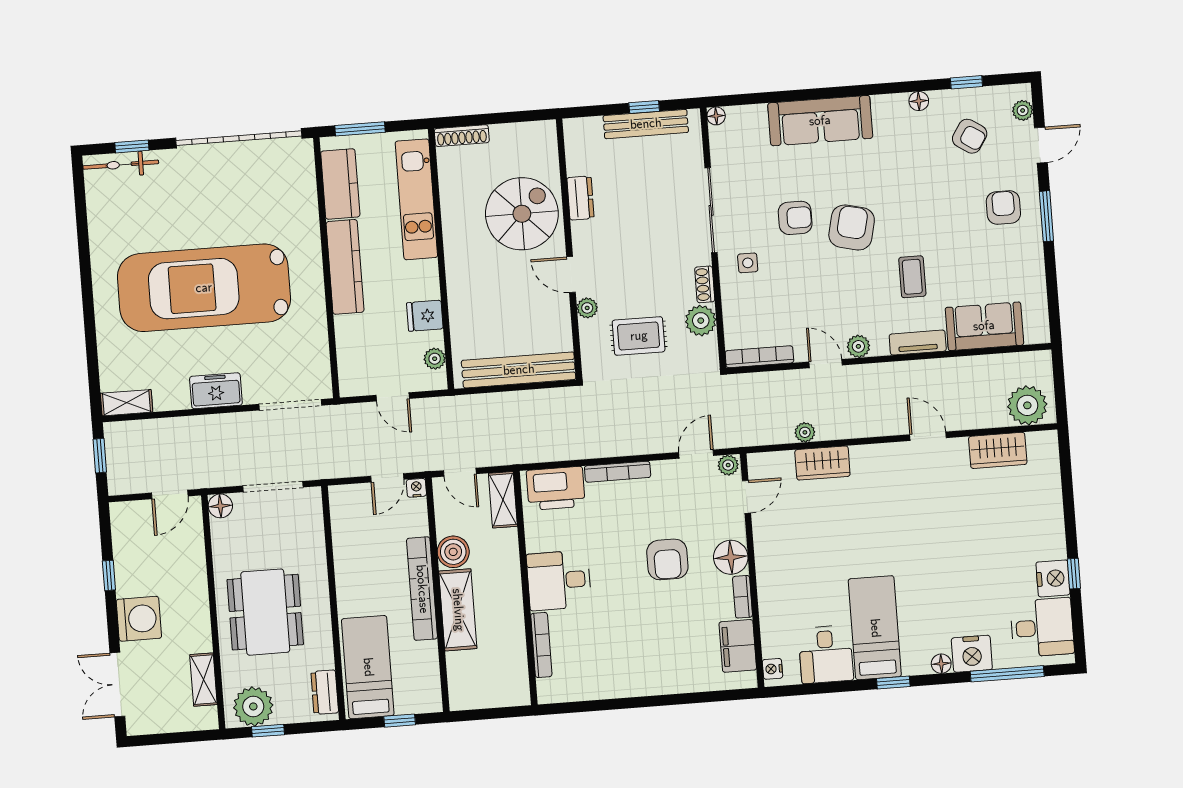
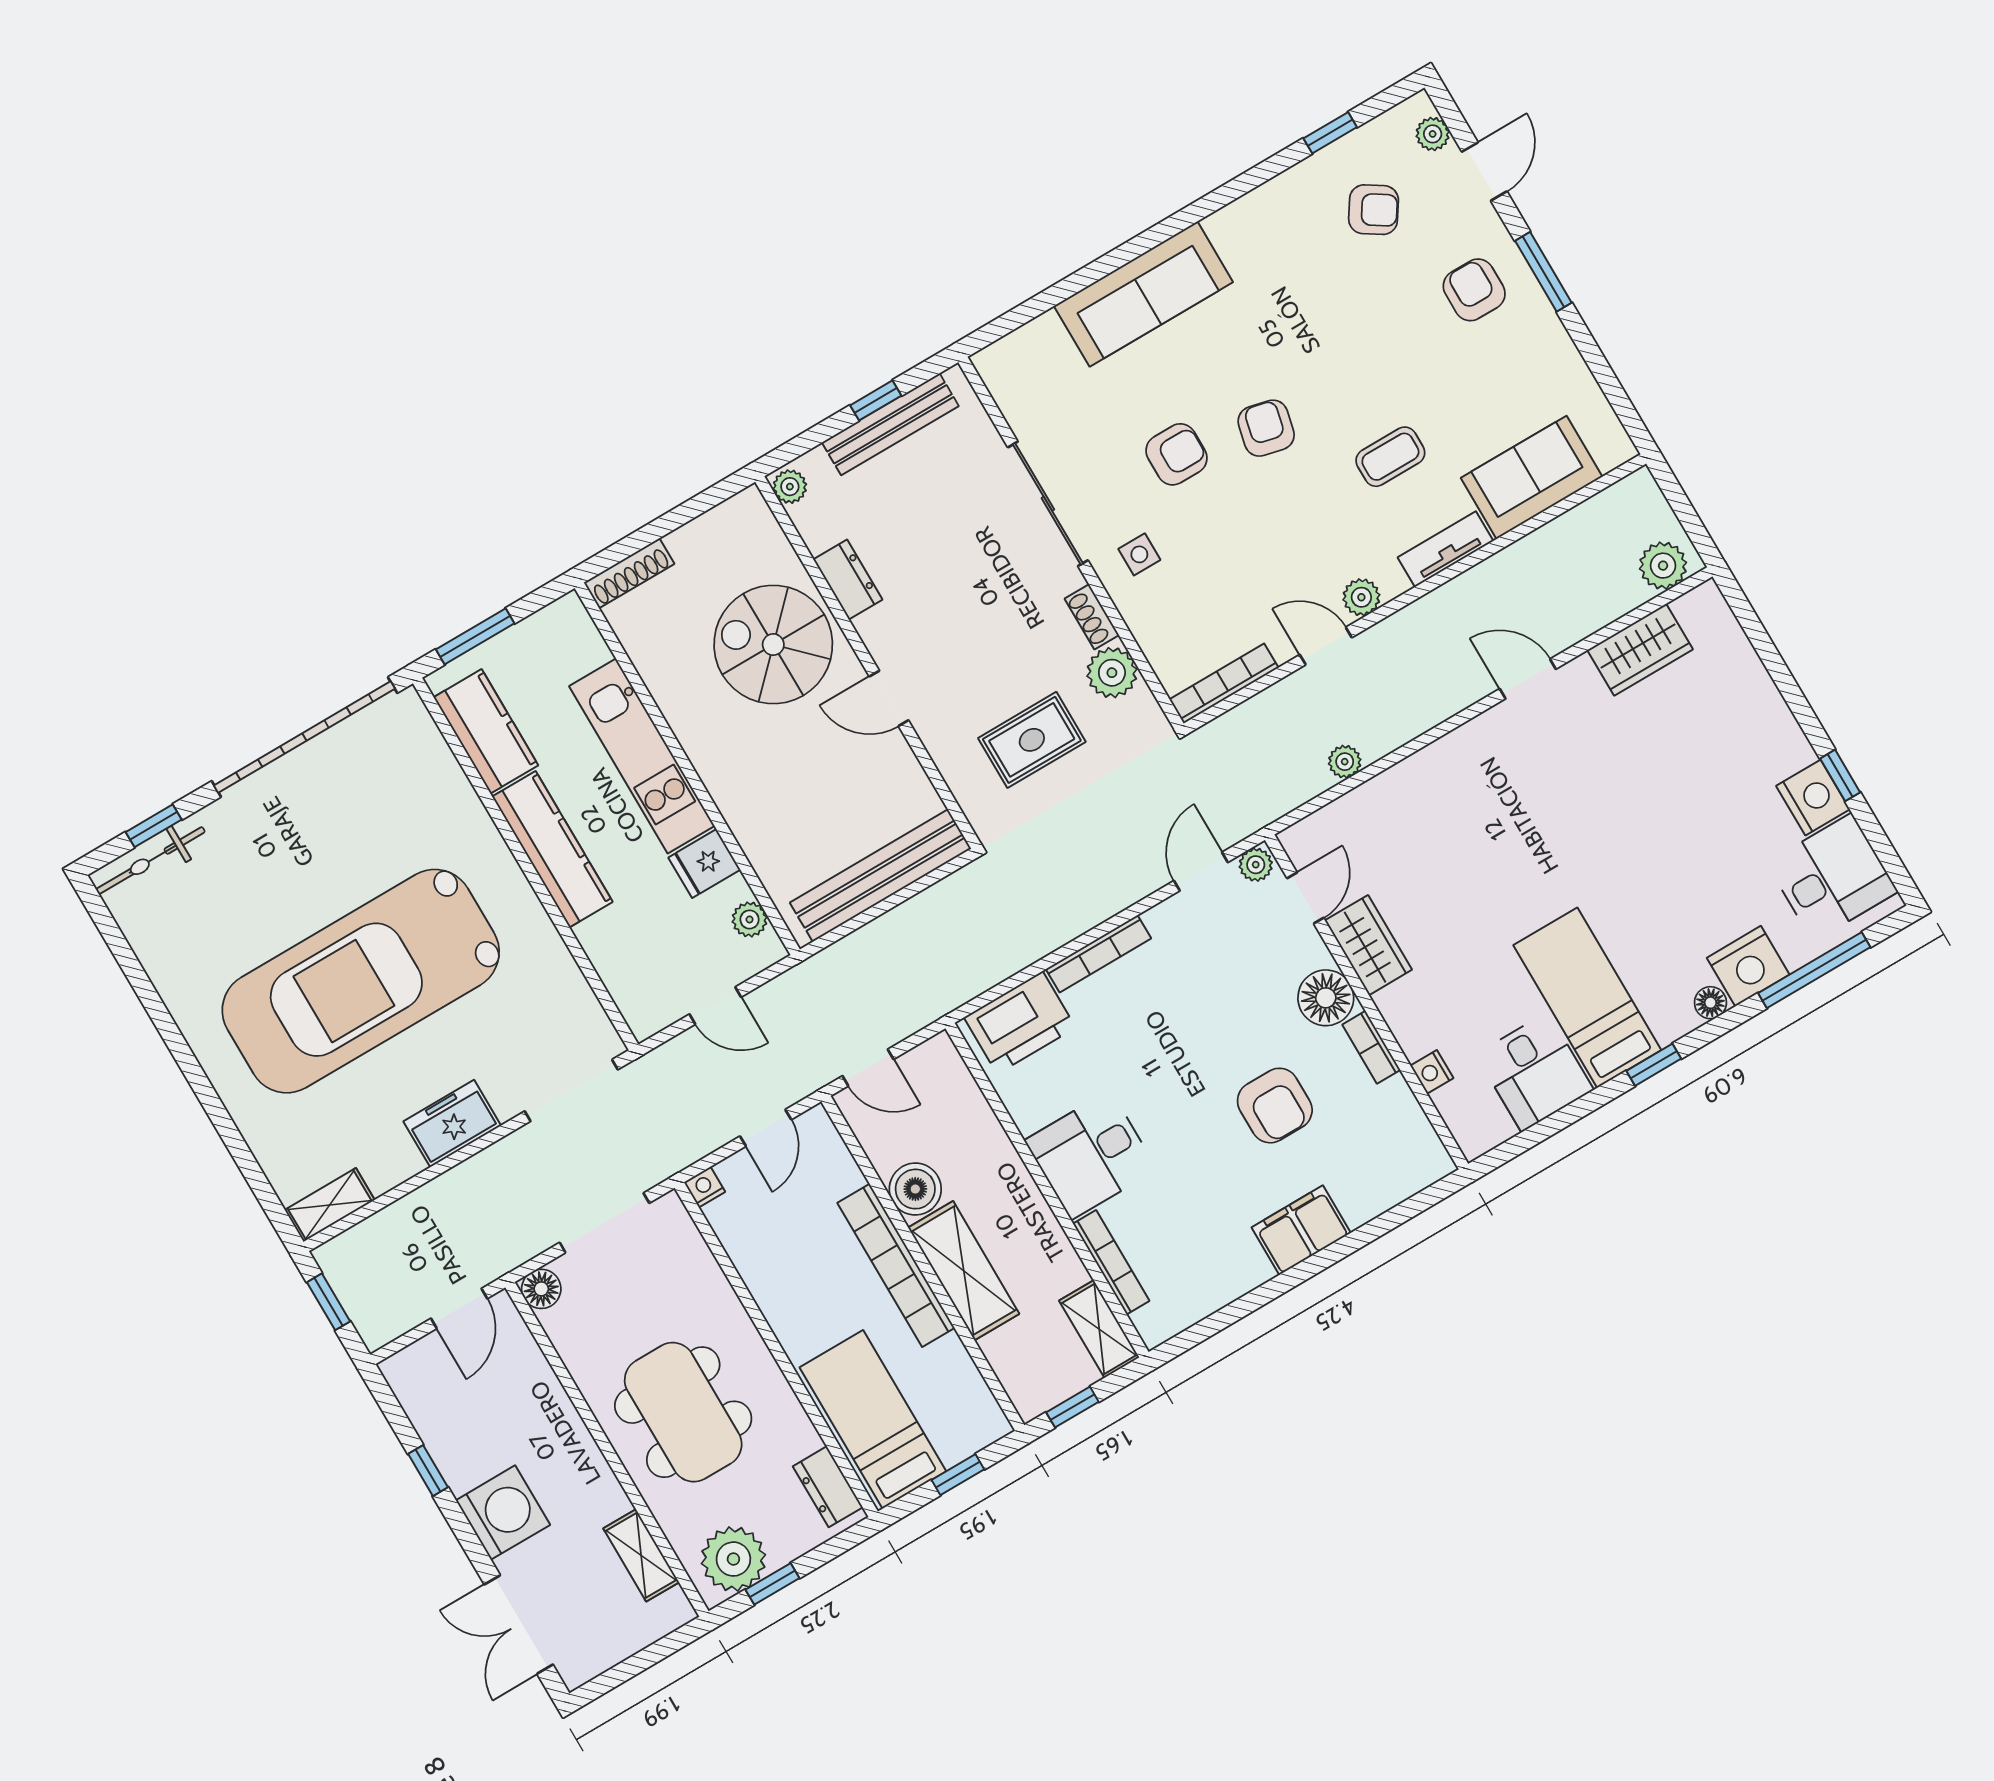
floor lamp: (919, 101) -> (1274, 195), removed
floor lamp: (716, 116) -> (988, 362), removed
kitchen unit: (416, 199) -> (642, 756), moved
spiral stairs: (522, 214) -> (773, 645), turned -90
armchair: (852, 228) -> (1266, 428), width x0.72, depth x0.72
coffee table: (912, 277) -> (1390, 457), turned 90
plant: (587, 308) -> (790, 487), moved
plant: (1027, 405) -> (1663, 566), width x0.73, depth x0.73
wardrobe: (822, 463) -> (1368, 945), moved, turned -90
nightstand: (416, 488) -> (705, 1187), moved
shelving: (503, 500) -> (1099, 1329), moved
armchair: (667, 559) -> (1275, 1106), moved
filing cabinet: (738, 646) -> (1301, 1230), moved, turned 90
nightstand: (772, 669) -> (1432, 1072), moved
window: (481, 714) -> (1072, 1407), added

